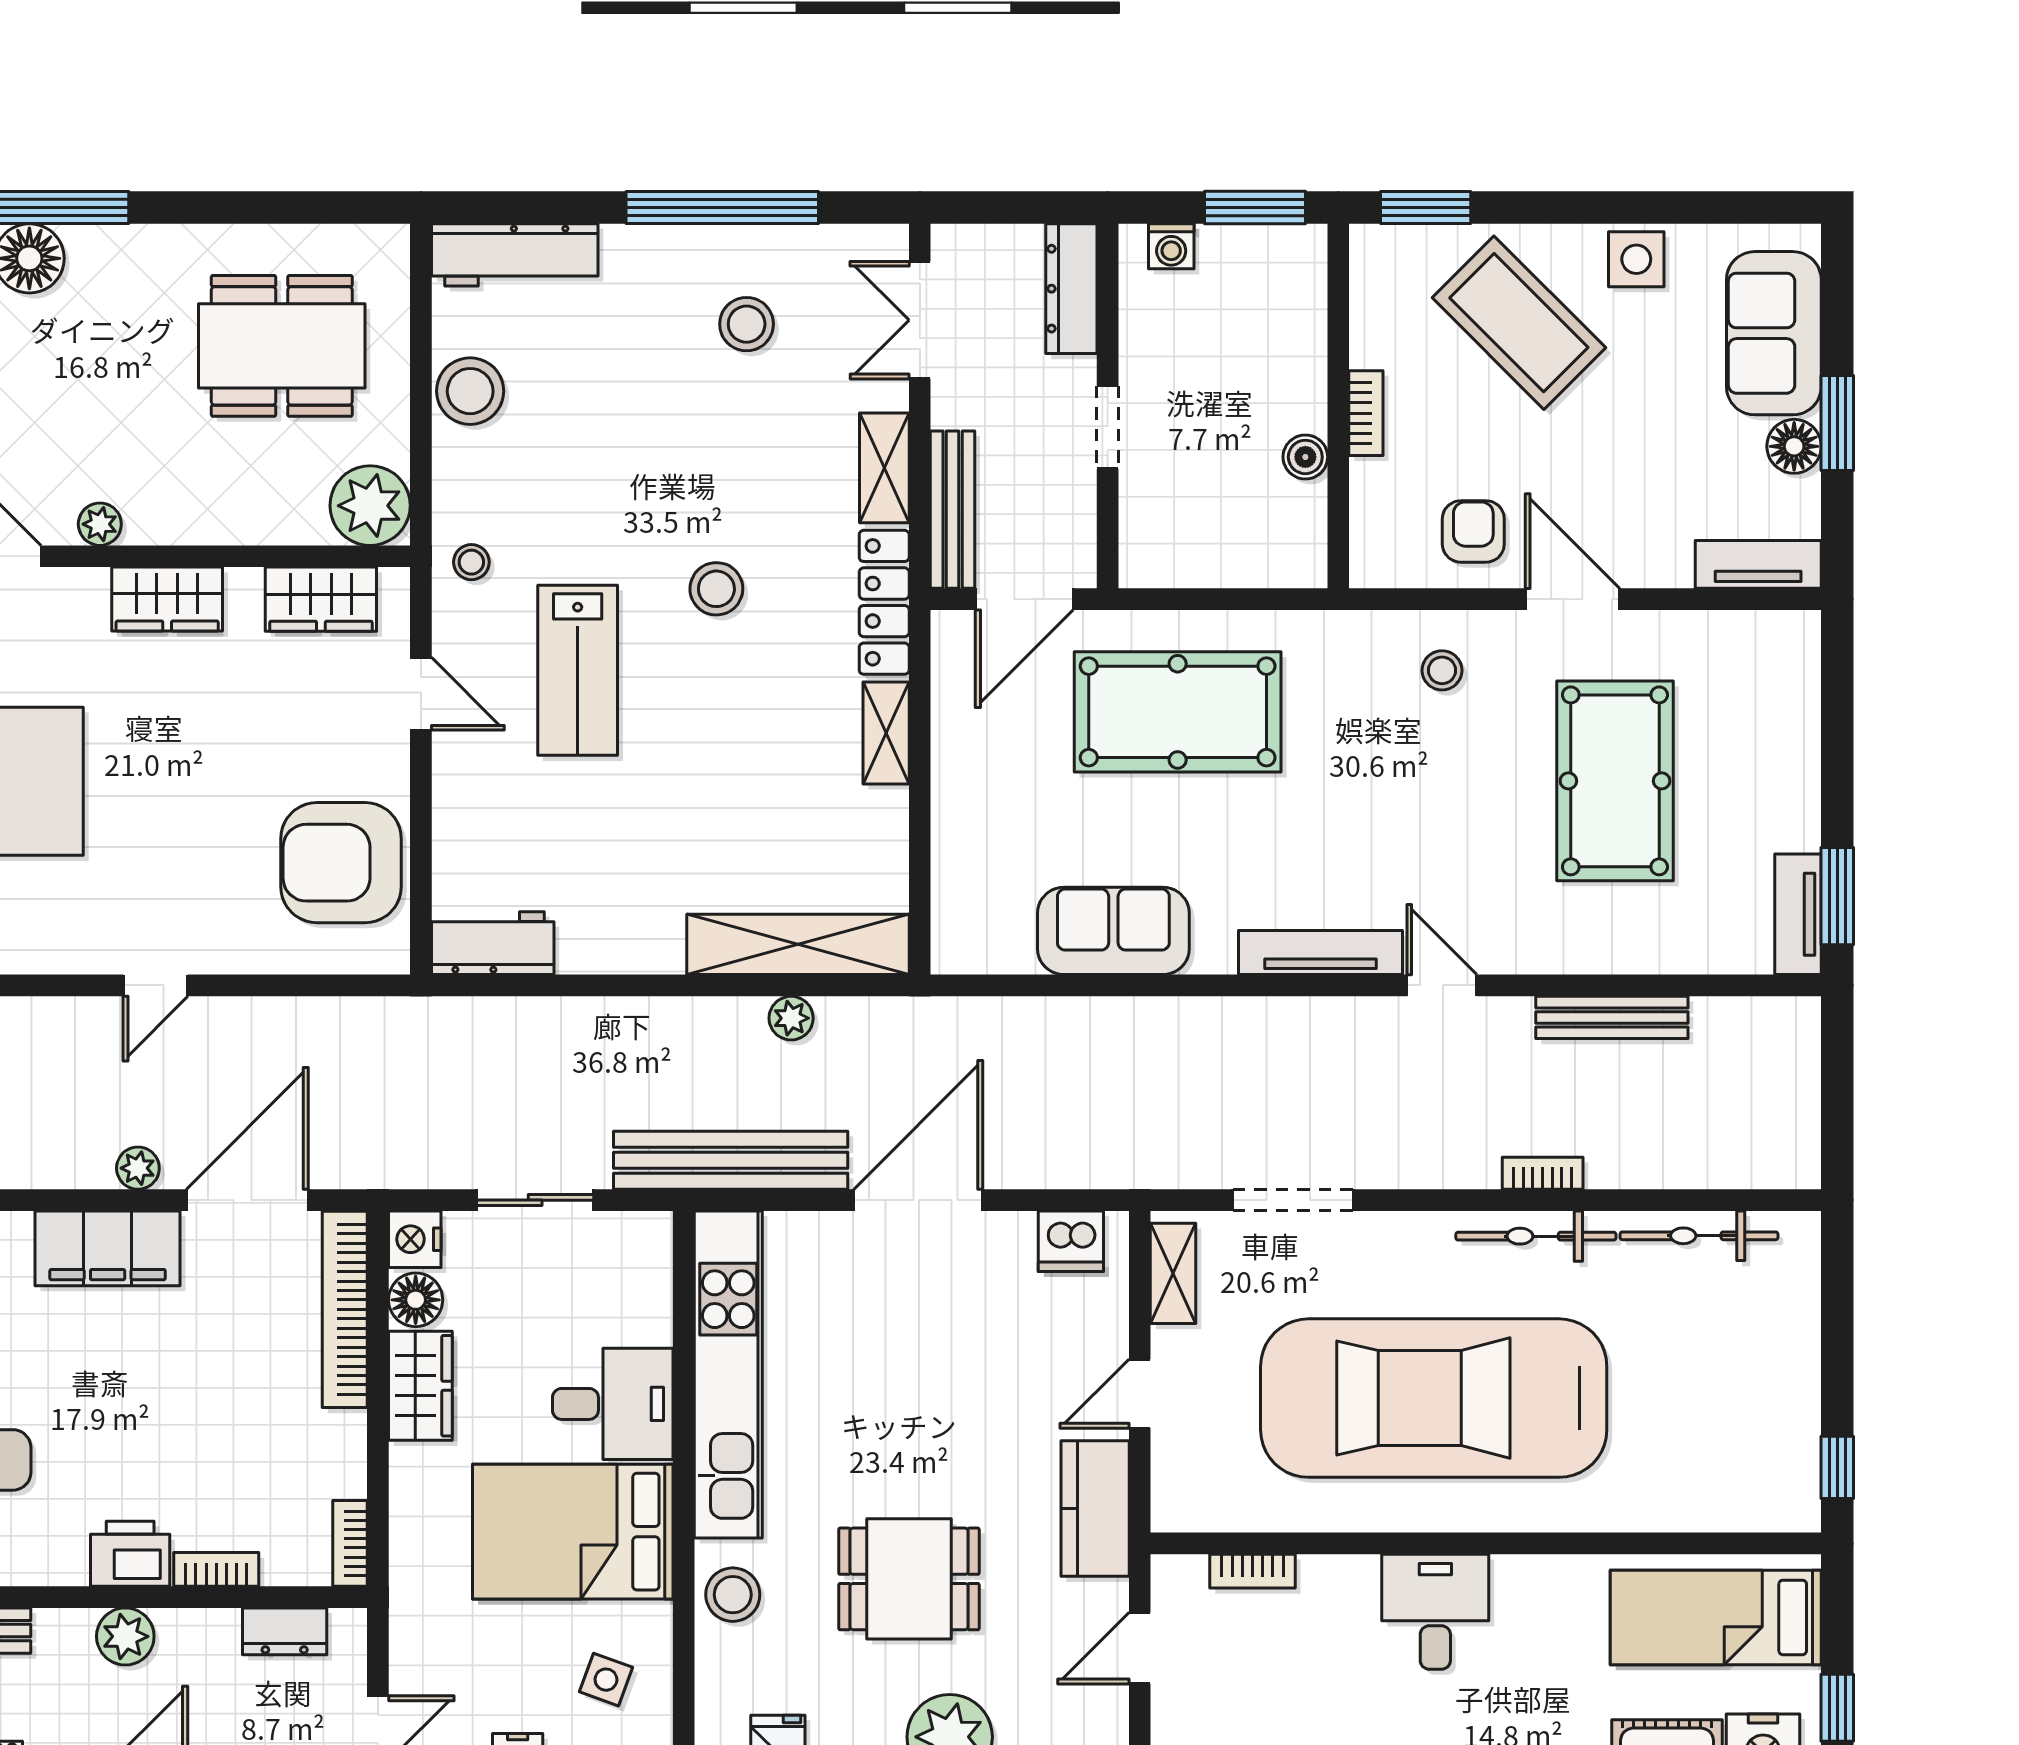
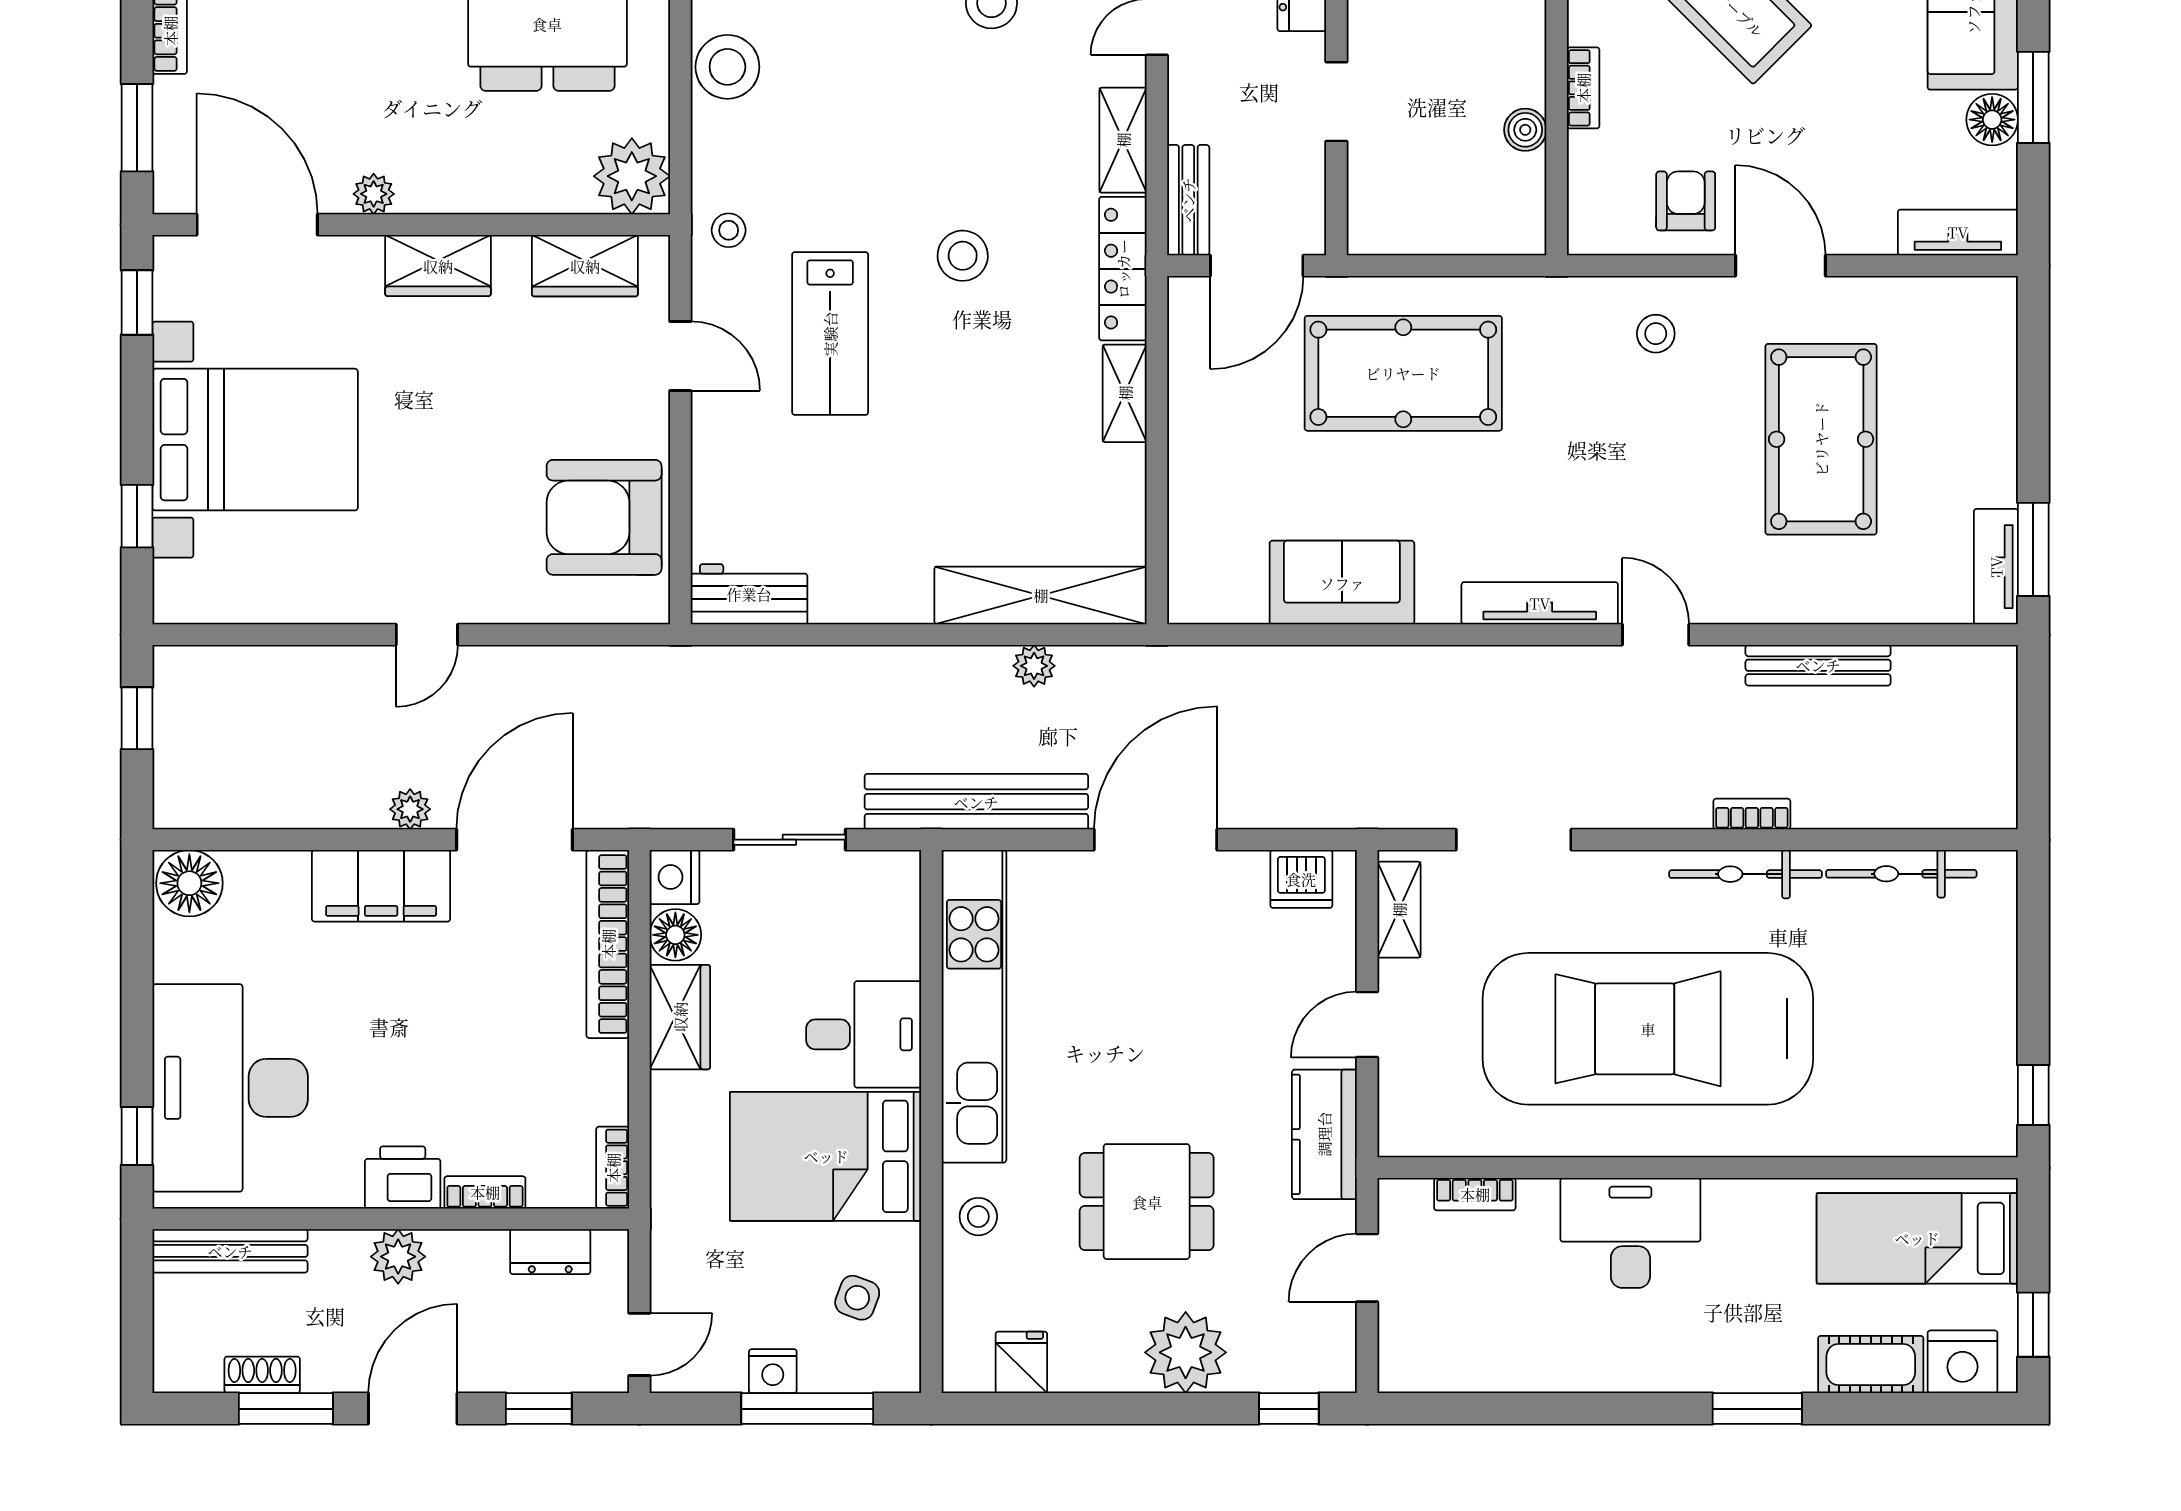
bench: (953, 510) -> (1188, 200), width x0.73
stool: (733, 1595) -> (978, 1217), width x0.73, depth x0.73
desk: (1435, 1612) -> (1630, 1233), width x1.37

